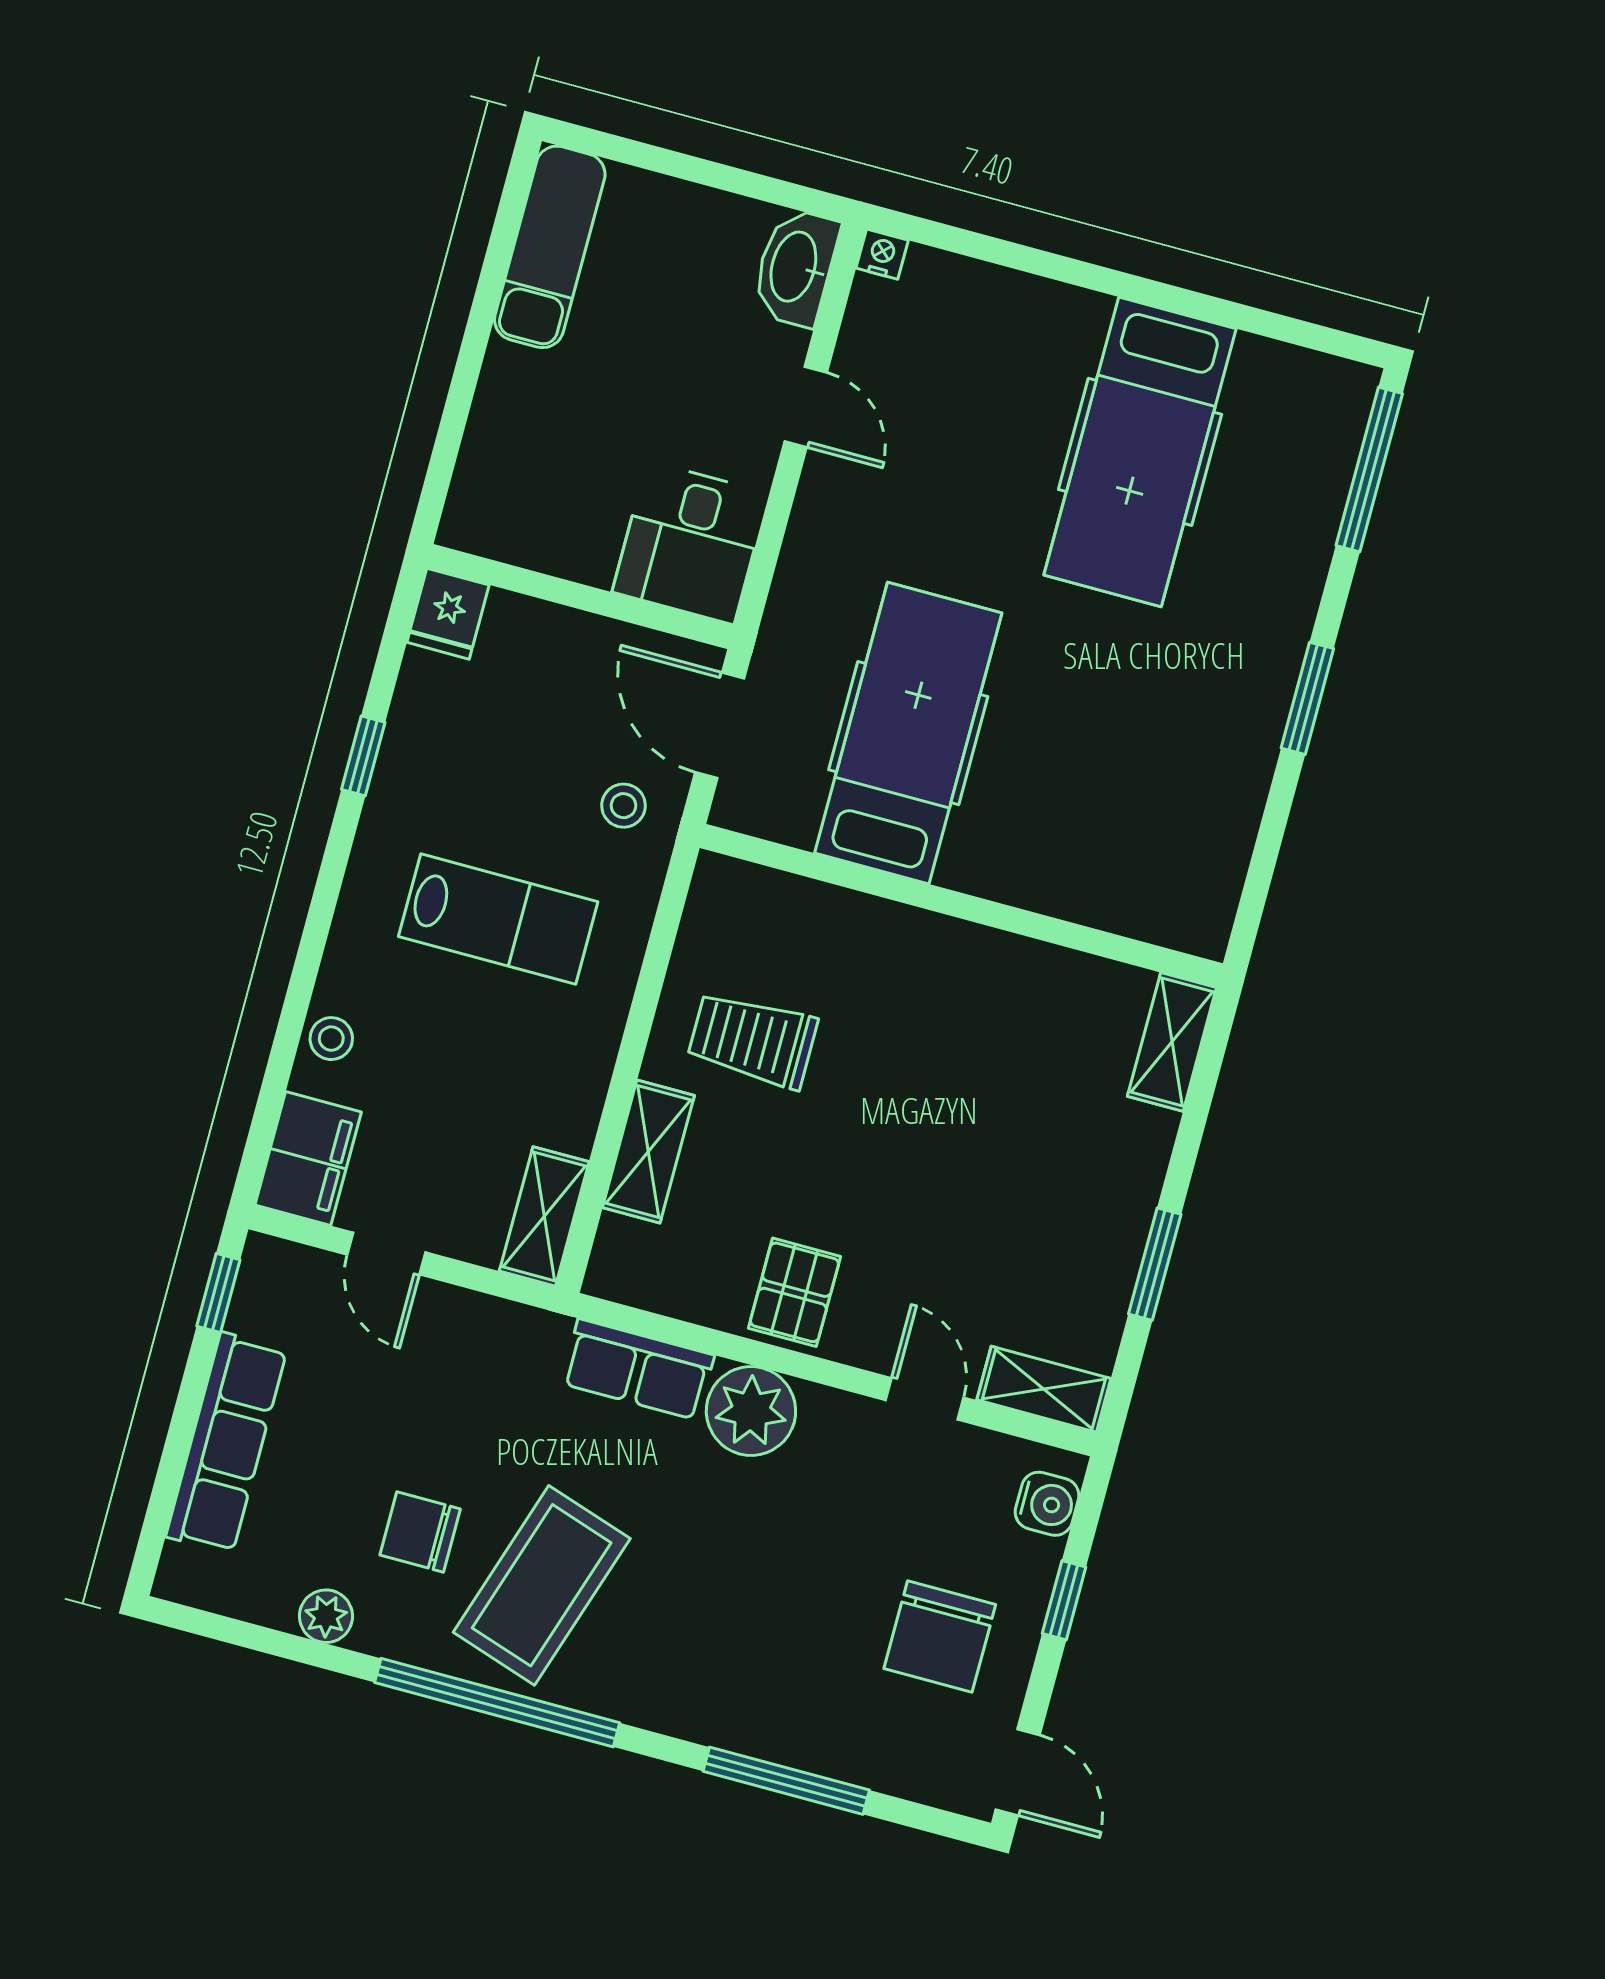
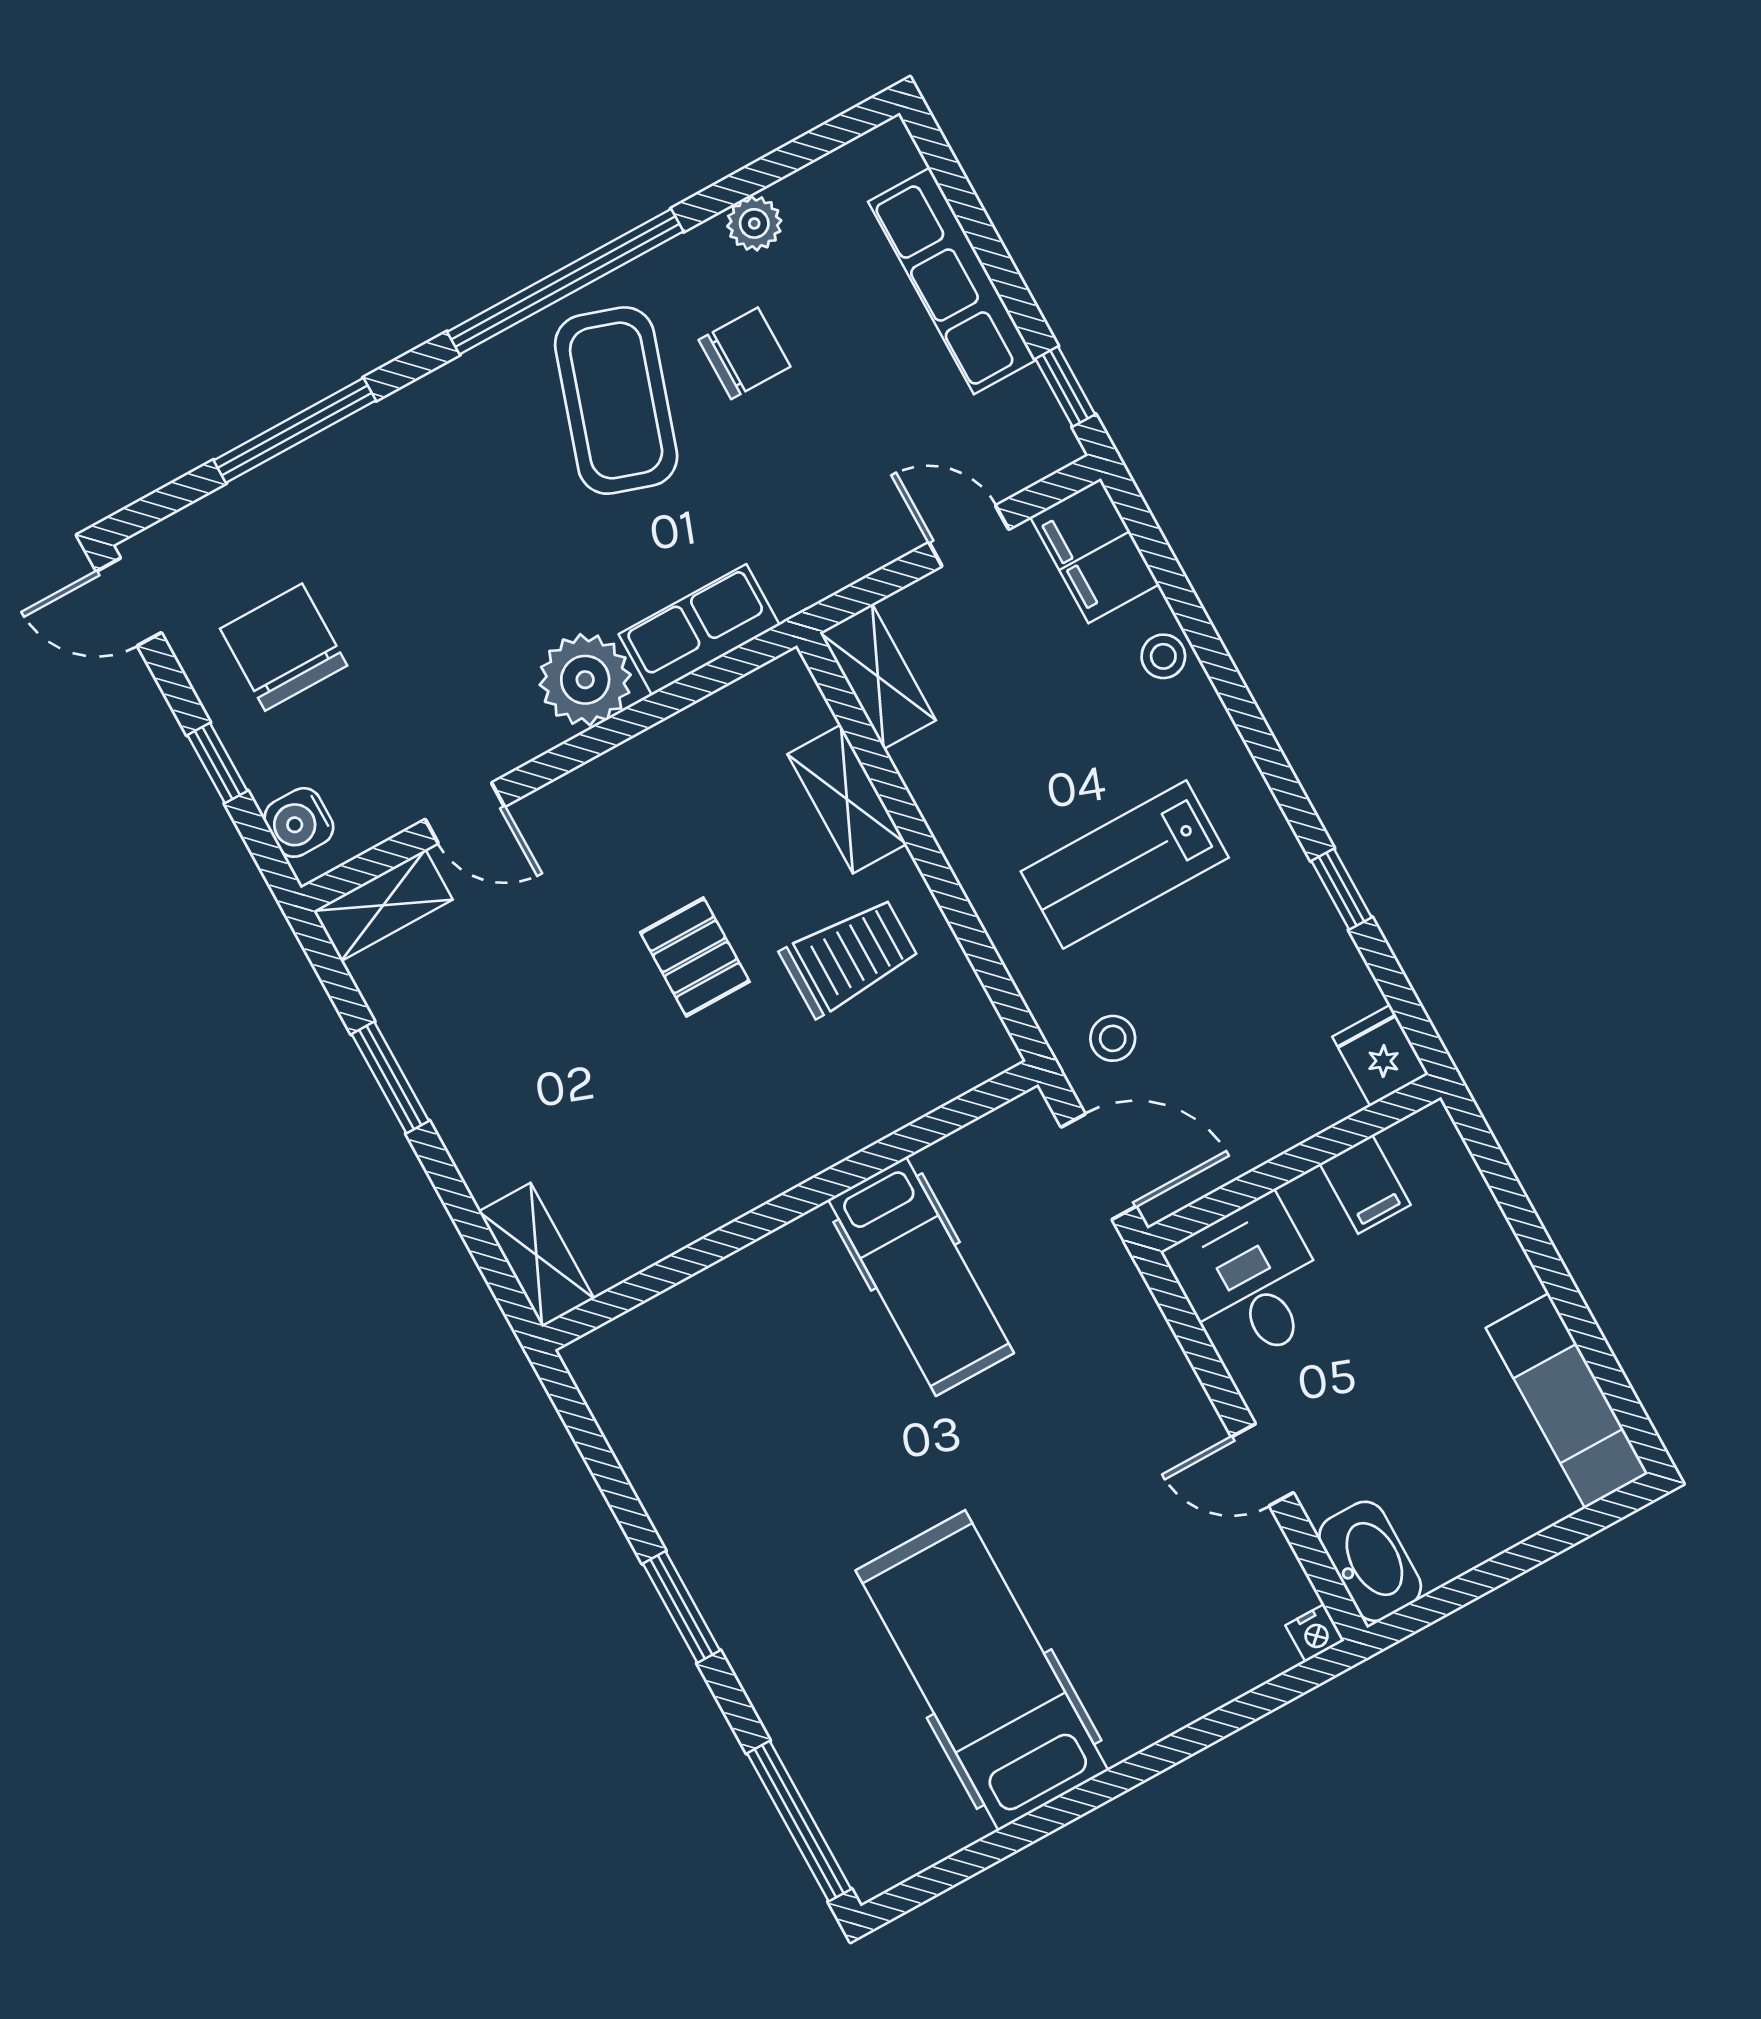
filing cabinet: (545, 534) -> (1365, 1184), added
hospital bed: (908, 733) -> (921, 1276), width x0.73, depth x0.78
pallet: (794, 1292) -> (695, 957), moved

